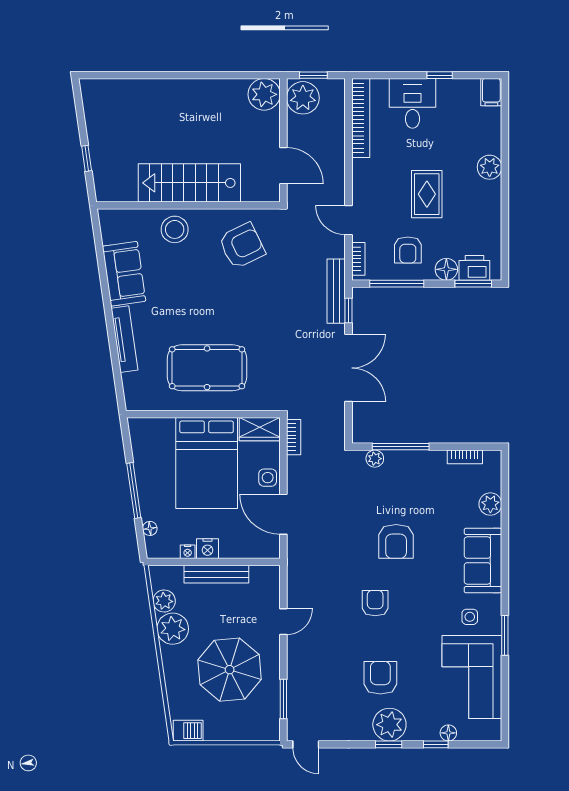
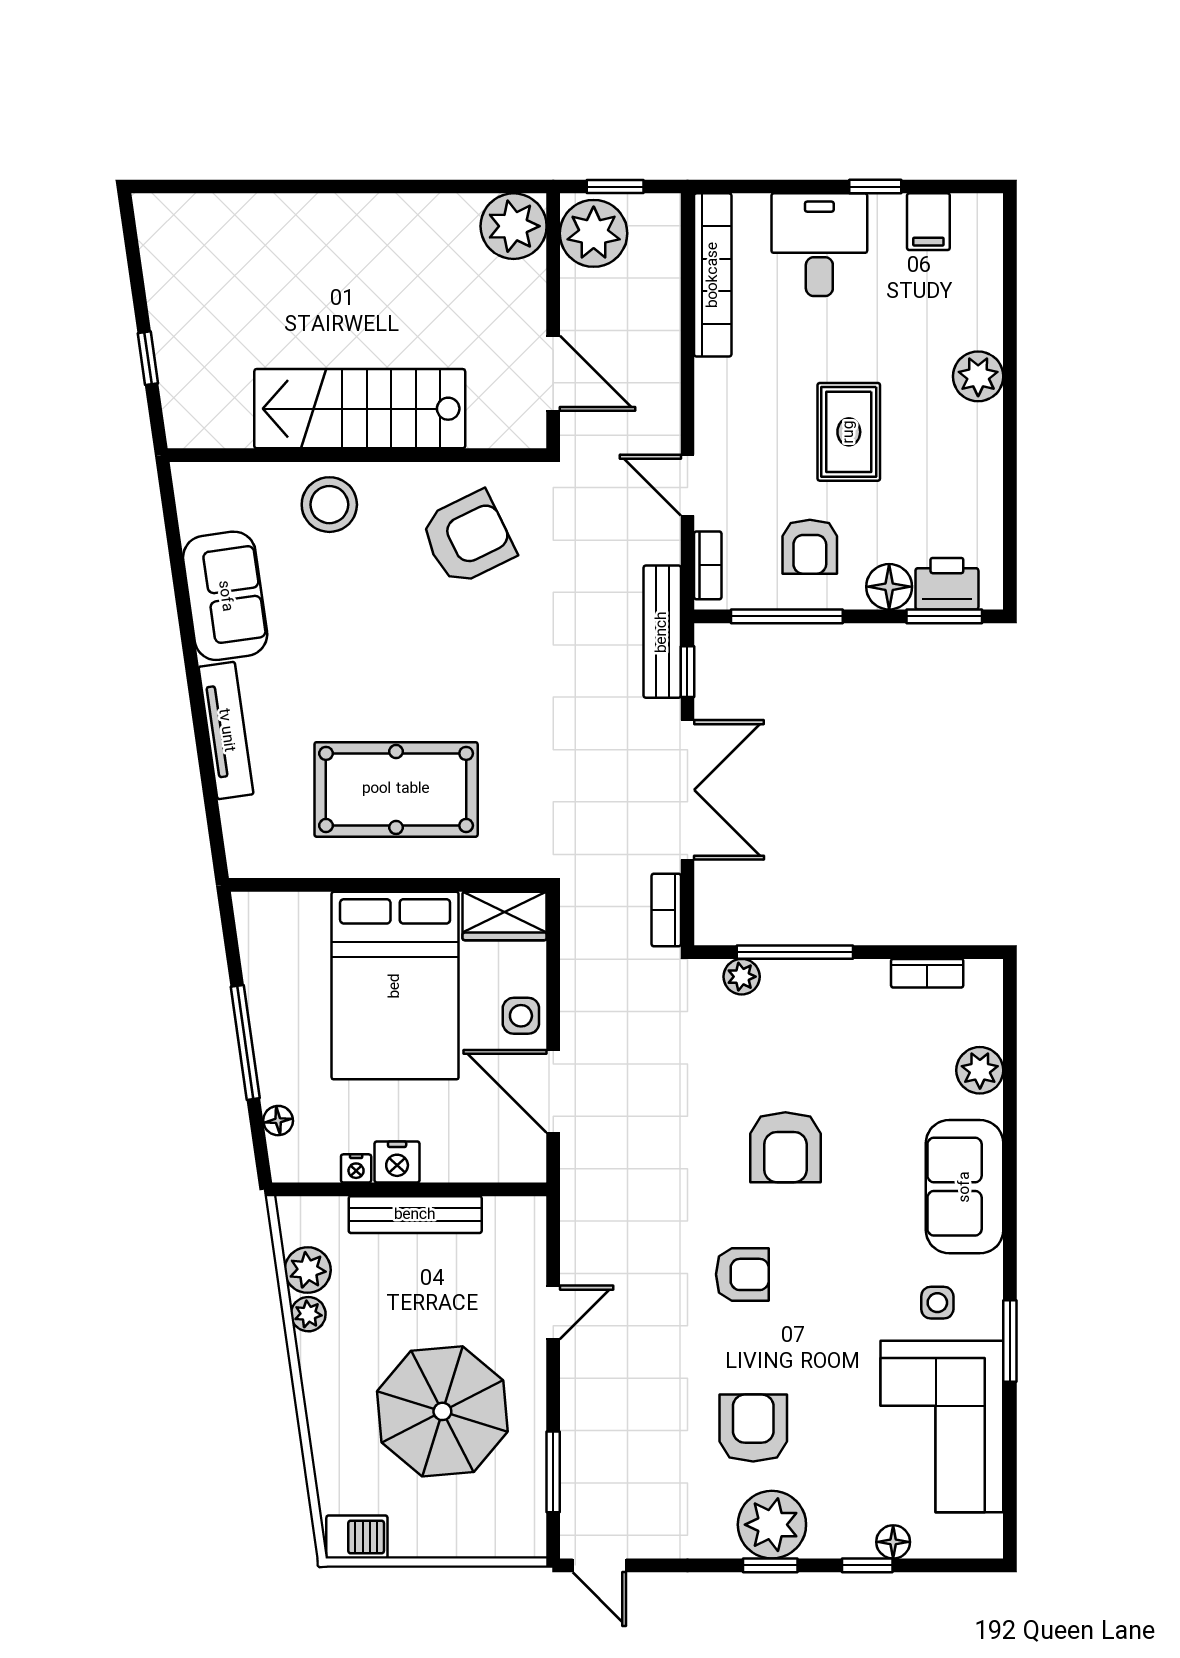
filing cabinet: (491, 92) -> (928, 222), moved
bookcase: (294, 437) -> (666, 910), moved, turned 180
armchair: (375, 603) -> (742, 1274), turned 90
plant: (173, 629) -> (308, 1314), width x0.53, depth x0.53

